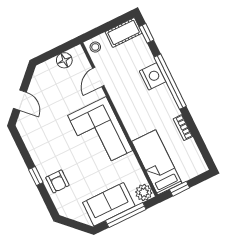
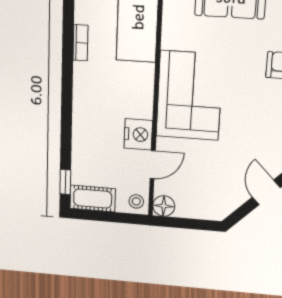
floor lamp: (64, 60) -> (164, 206), moved
nightstand: (153, 76) -> (138, 134), moved, turned 180
window: (170, 82) -> (67, 109), removed

